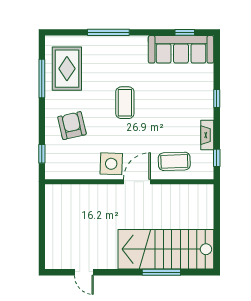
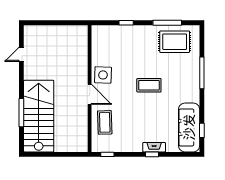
armchair: (72, 126) -> (132, 45), removed
fireplace: (207, 135) -> (154, 147), moved
window: (42, 154) -> (126, 23), moved

